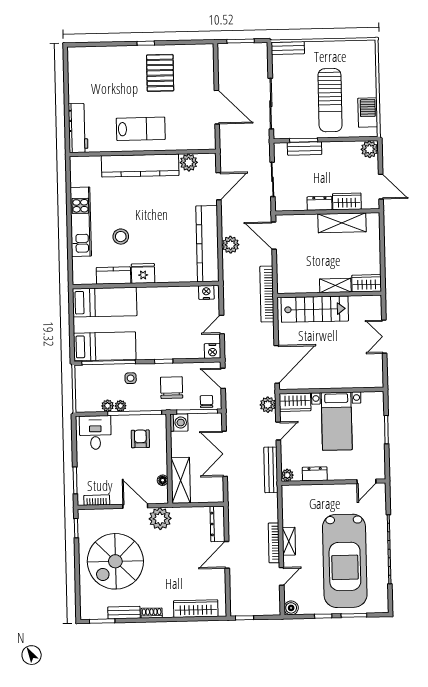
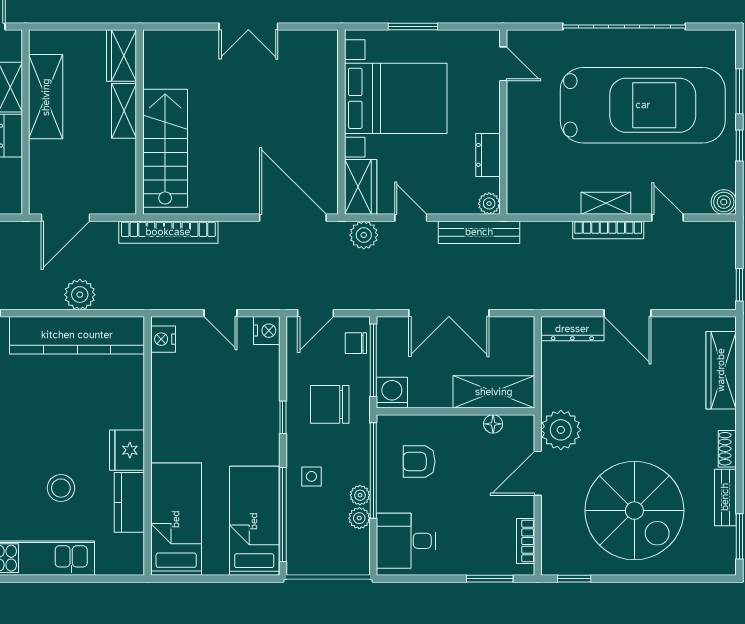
wardrobe: (367, 283) -> (121, 56), moved
shelving: (335, 285) -> (124, 111), moved
wall: (329, 294) -> (140, 122), moved
stairs: (315, 309) -> (165, 148), moved
bed with nightstands: (337, 421) -> (396, 98), width x1.36

